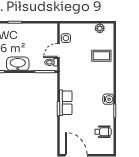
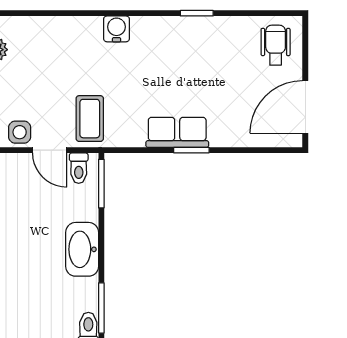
coffee table: (101, 56) -> (90, 119), moved
water cooler: (108, 99) -> (117, 29), moved
wheelchair: (103, 132) -> (276, 45), moved

